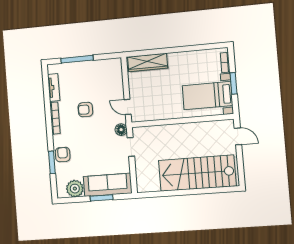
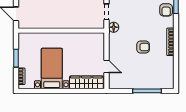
tv unit: (54, 87) -> (169, 68), removed
bed with nightstands: (207, 96) -> (52, 69), moved, turned -90
door: (128, 107) -> (106, 66), moved

